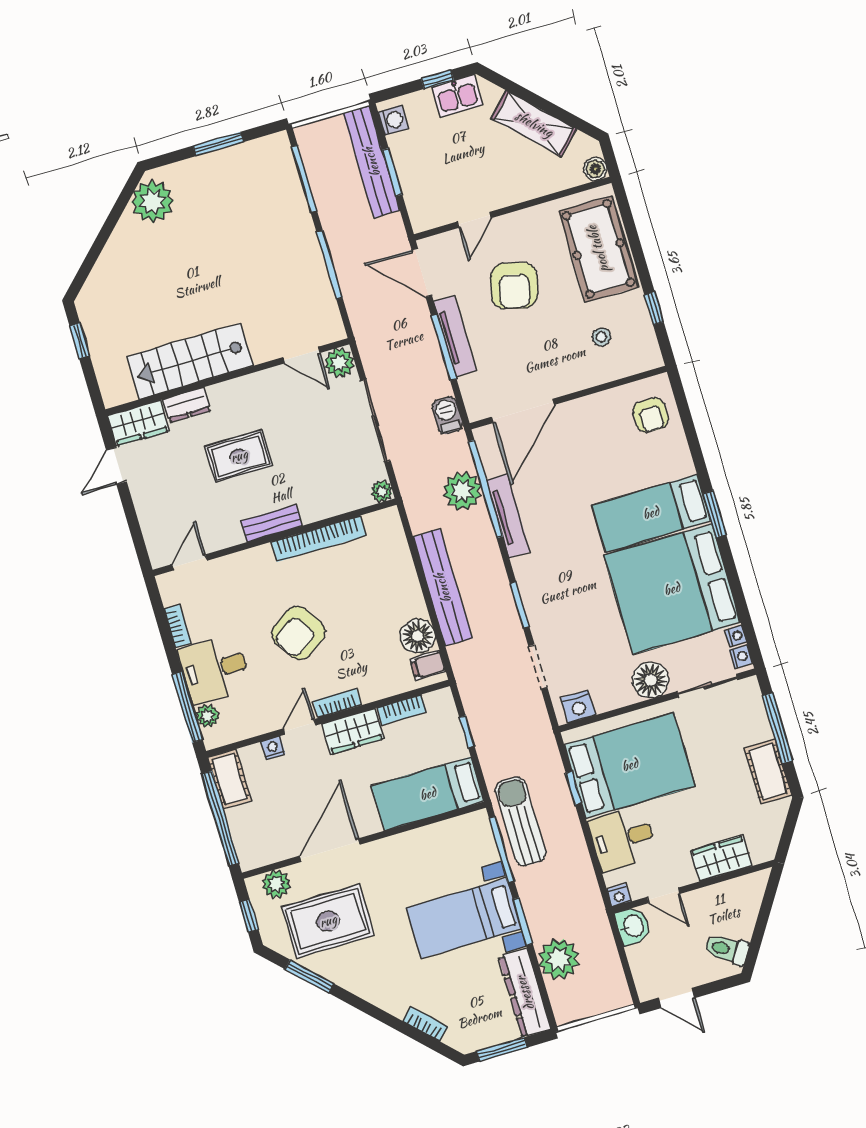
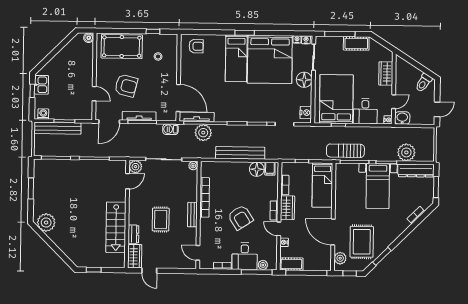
shelving: (534, 124) -> (62, 57), removed
tv unit: (508, 516) -> (197, 117), moved

